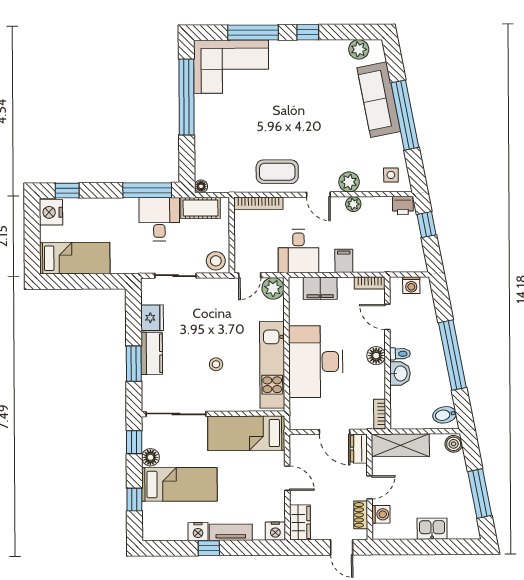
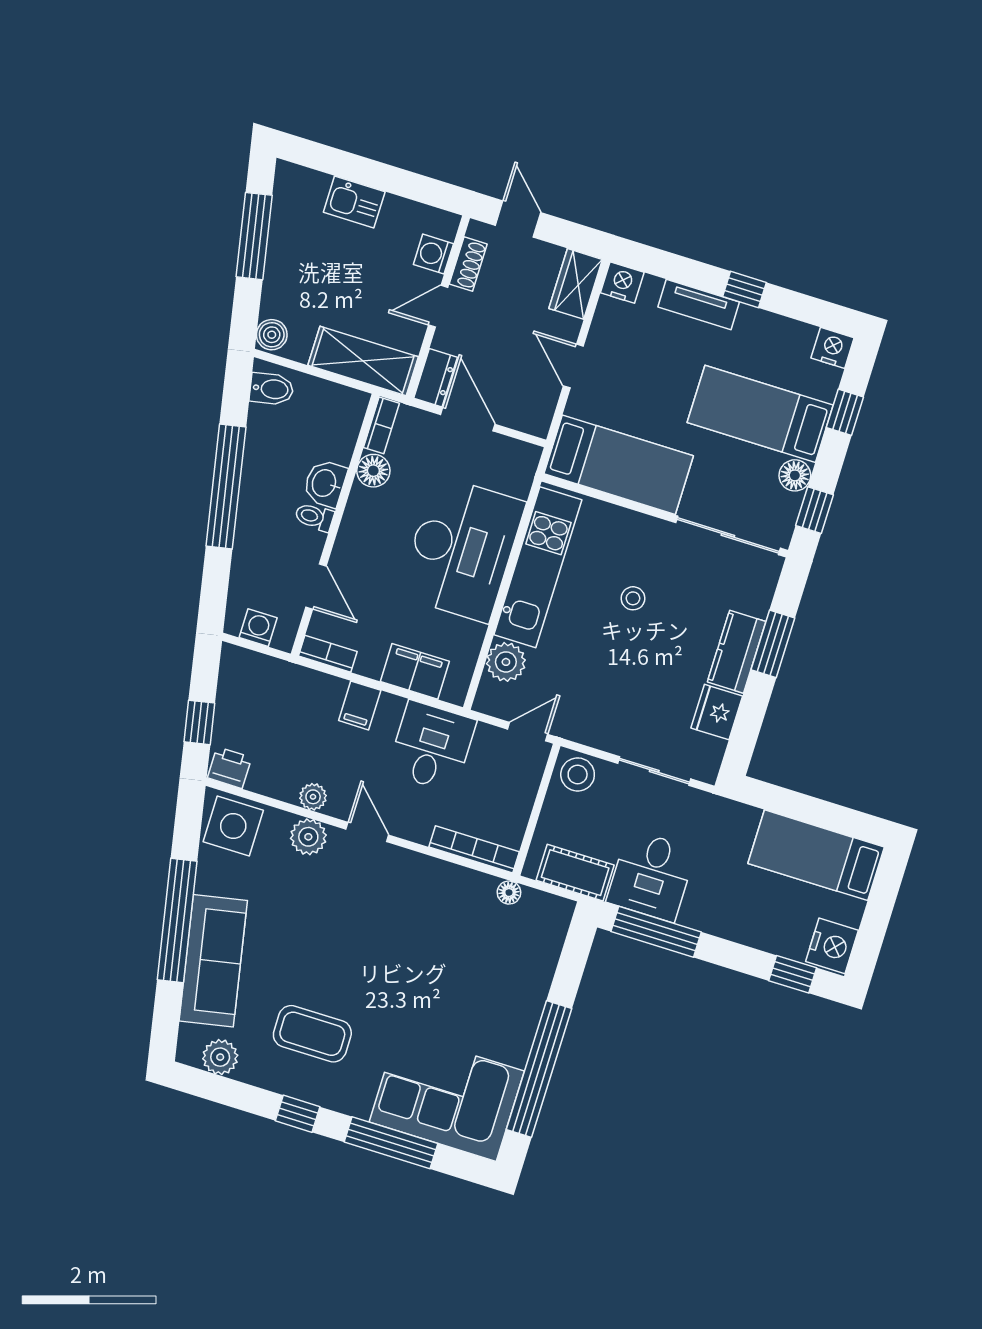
coffee table: (277, 172) -> (312, 1034), moved
side table: (391, 175) -> (233, 826), width x1.87, depth x1.87
floor lamp: (201, 186) -> (509, 893), moved
plant: (273, 288) -> (506, 662), moved
floor lamp: (376, 356) -> (373, 471), moved
nightstand: (198, 532) -> (833, 348), moved

